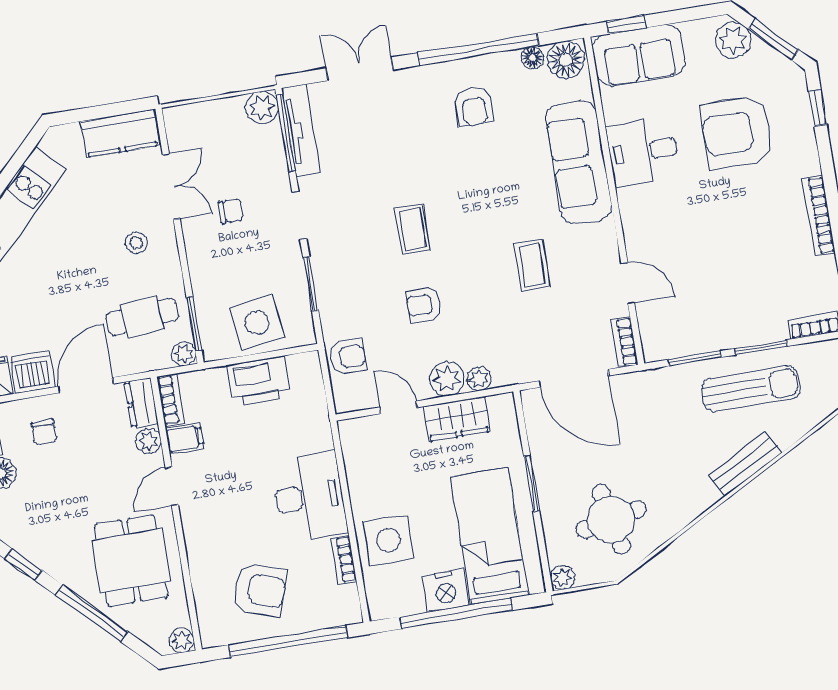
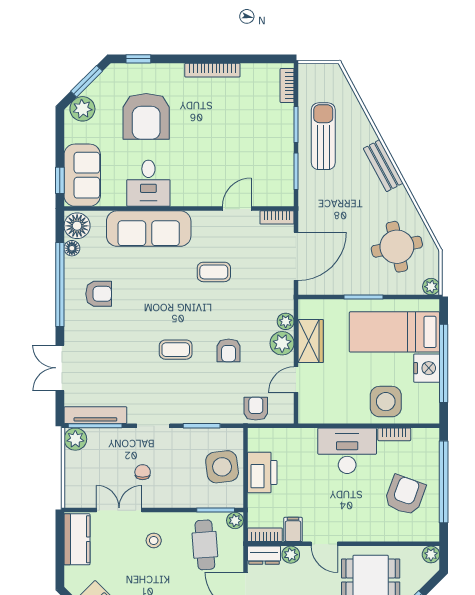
bench: (745, 464) -> (383, 166), moved

